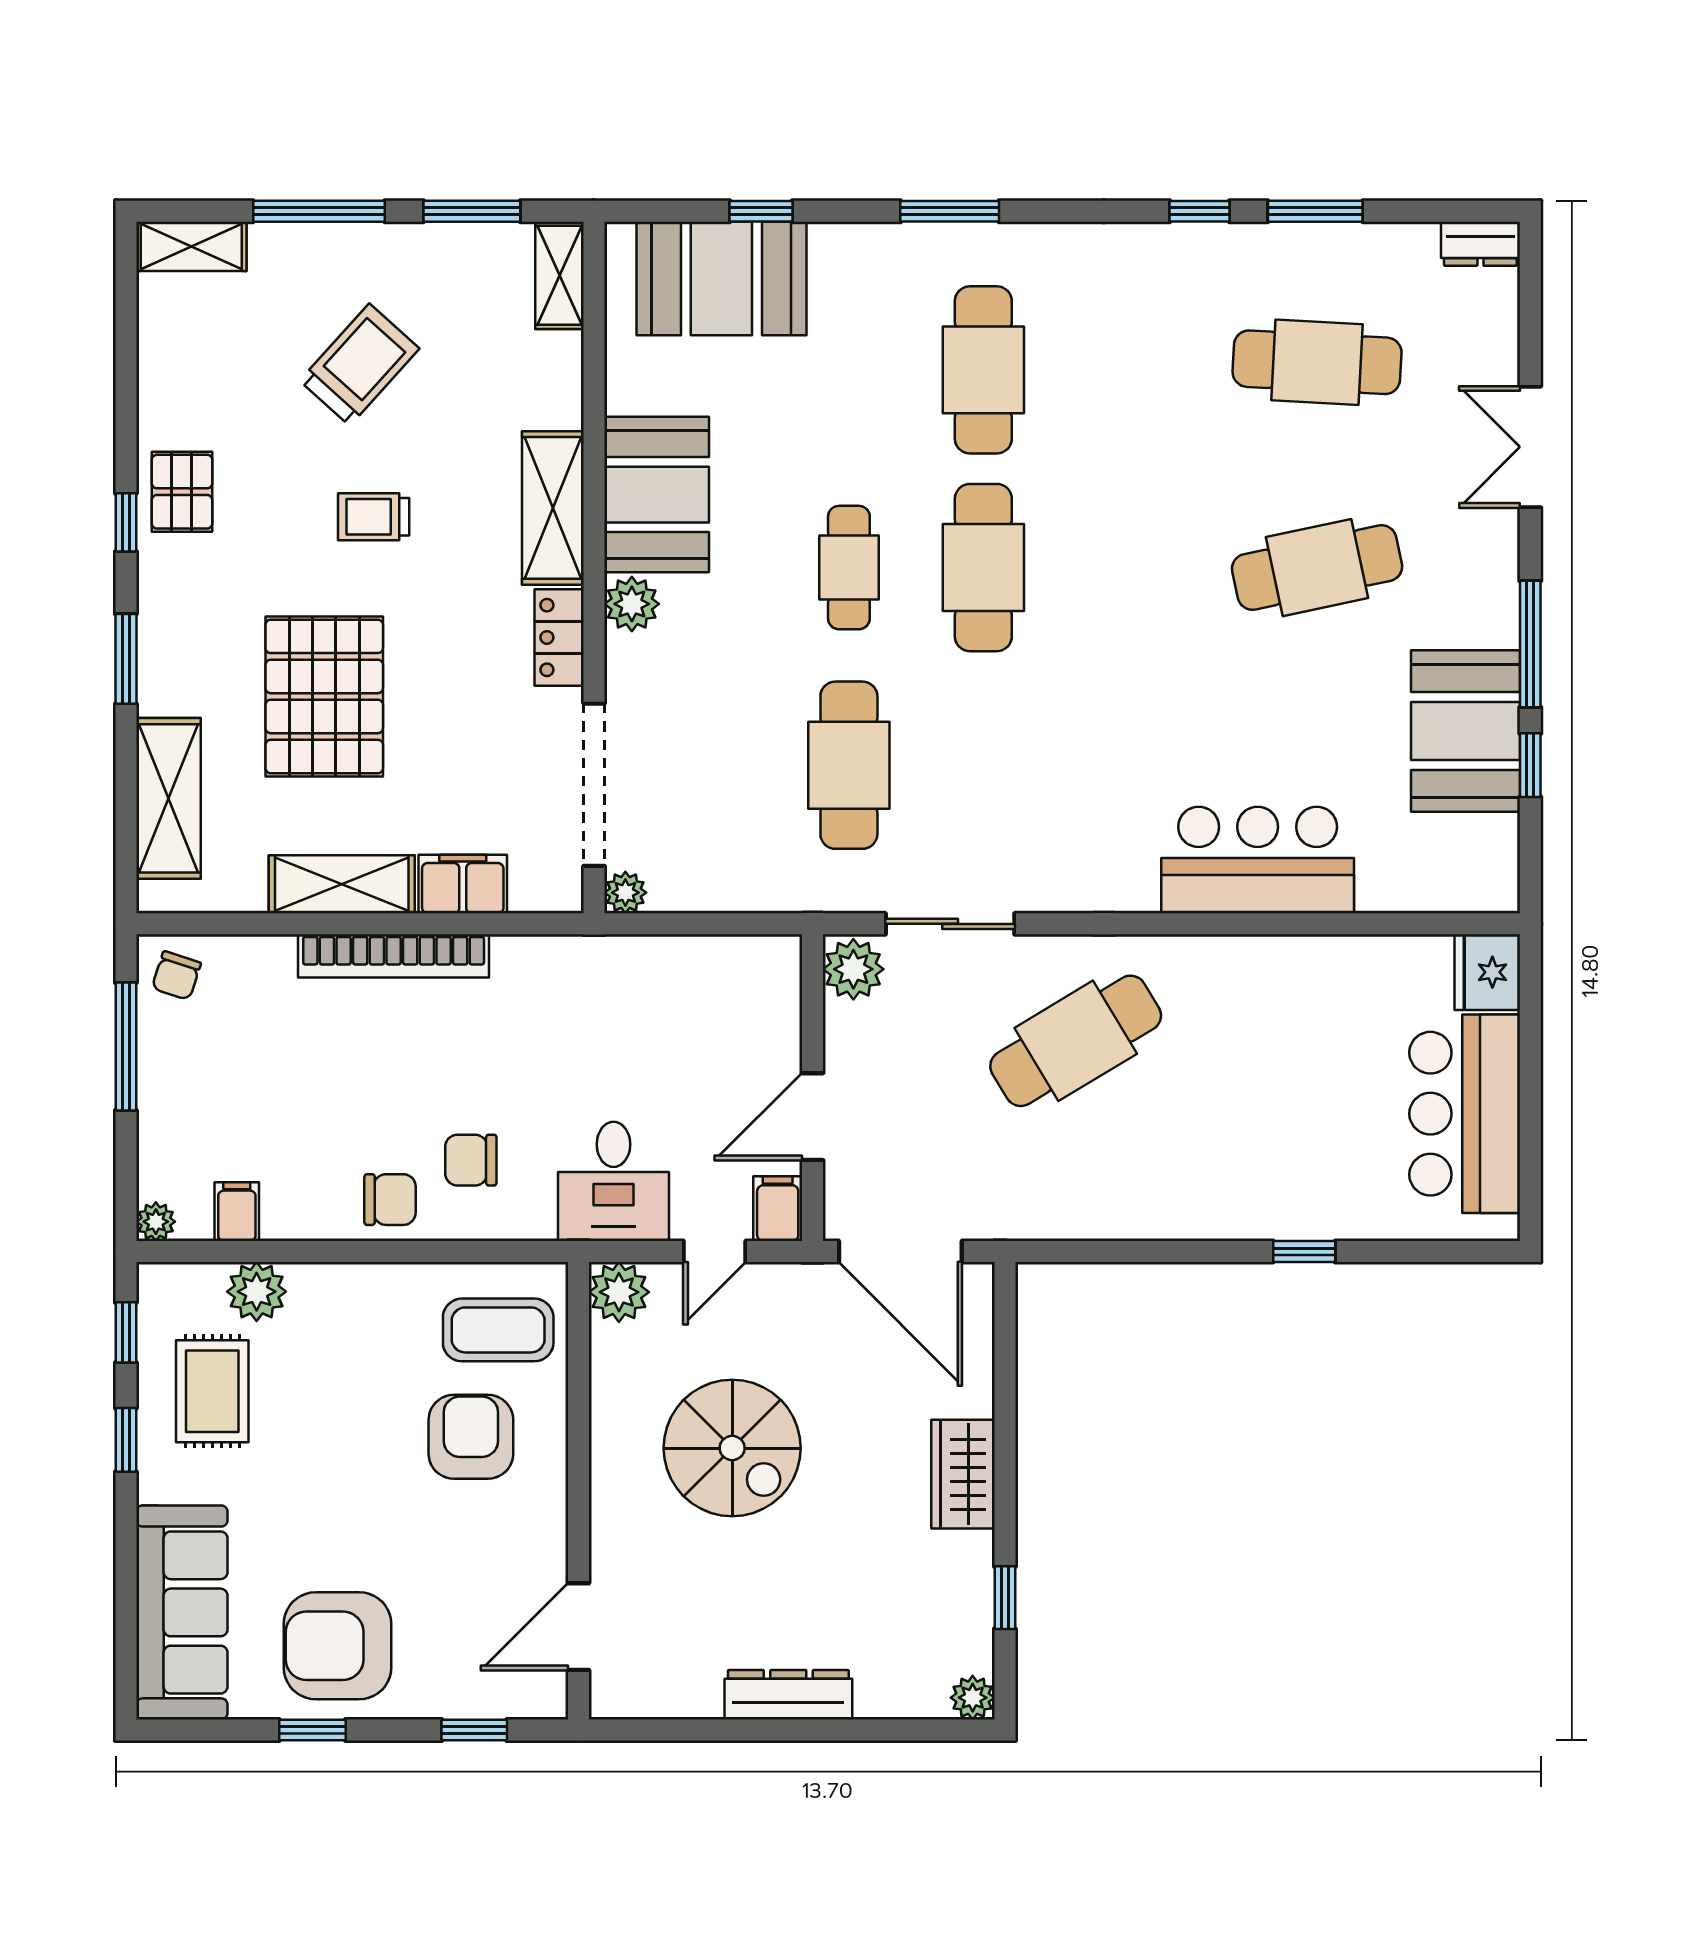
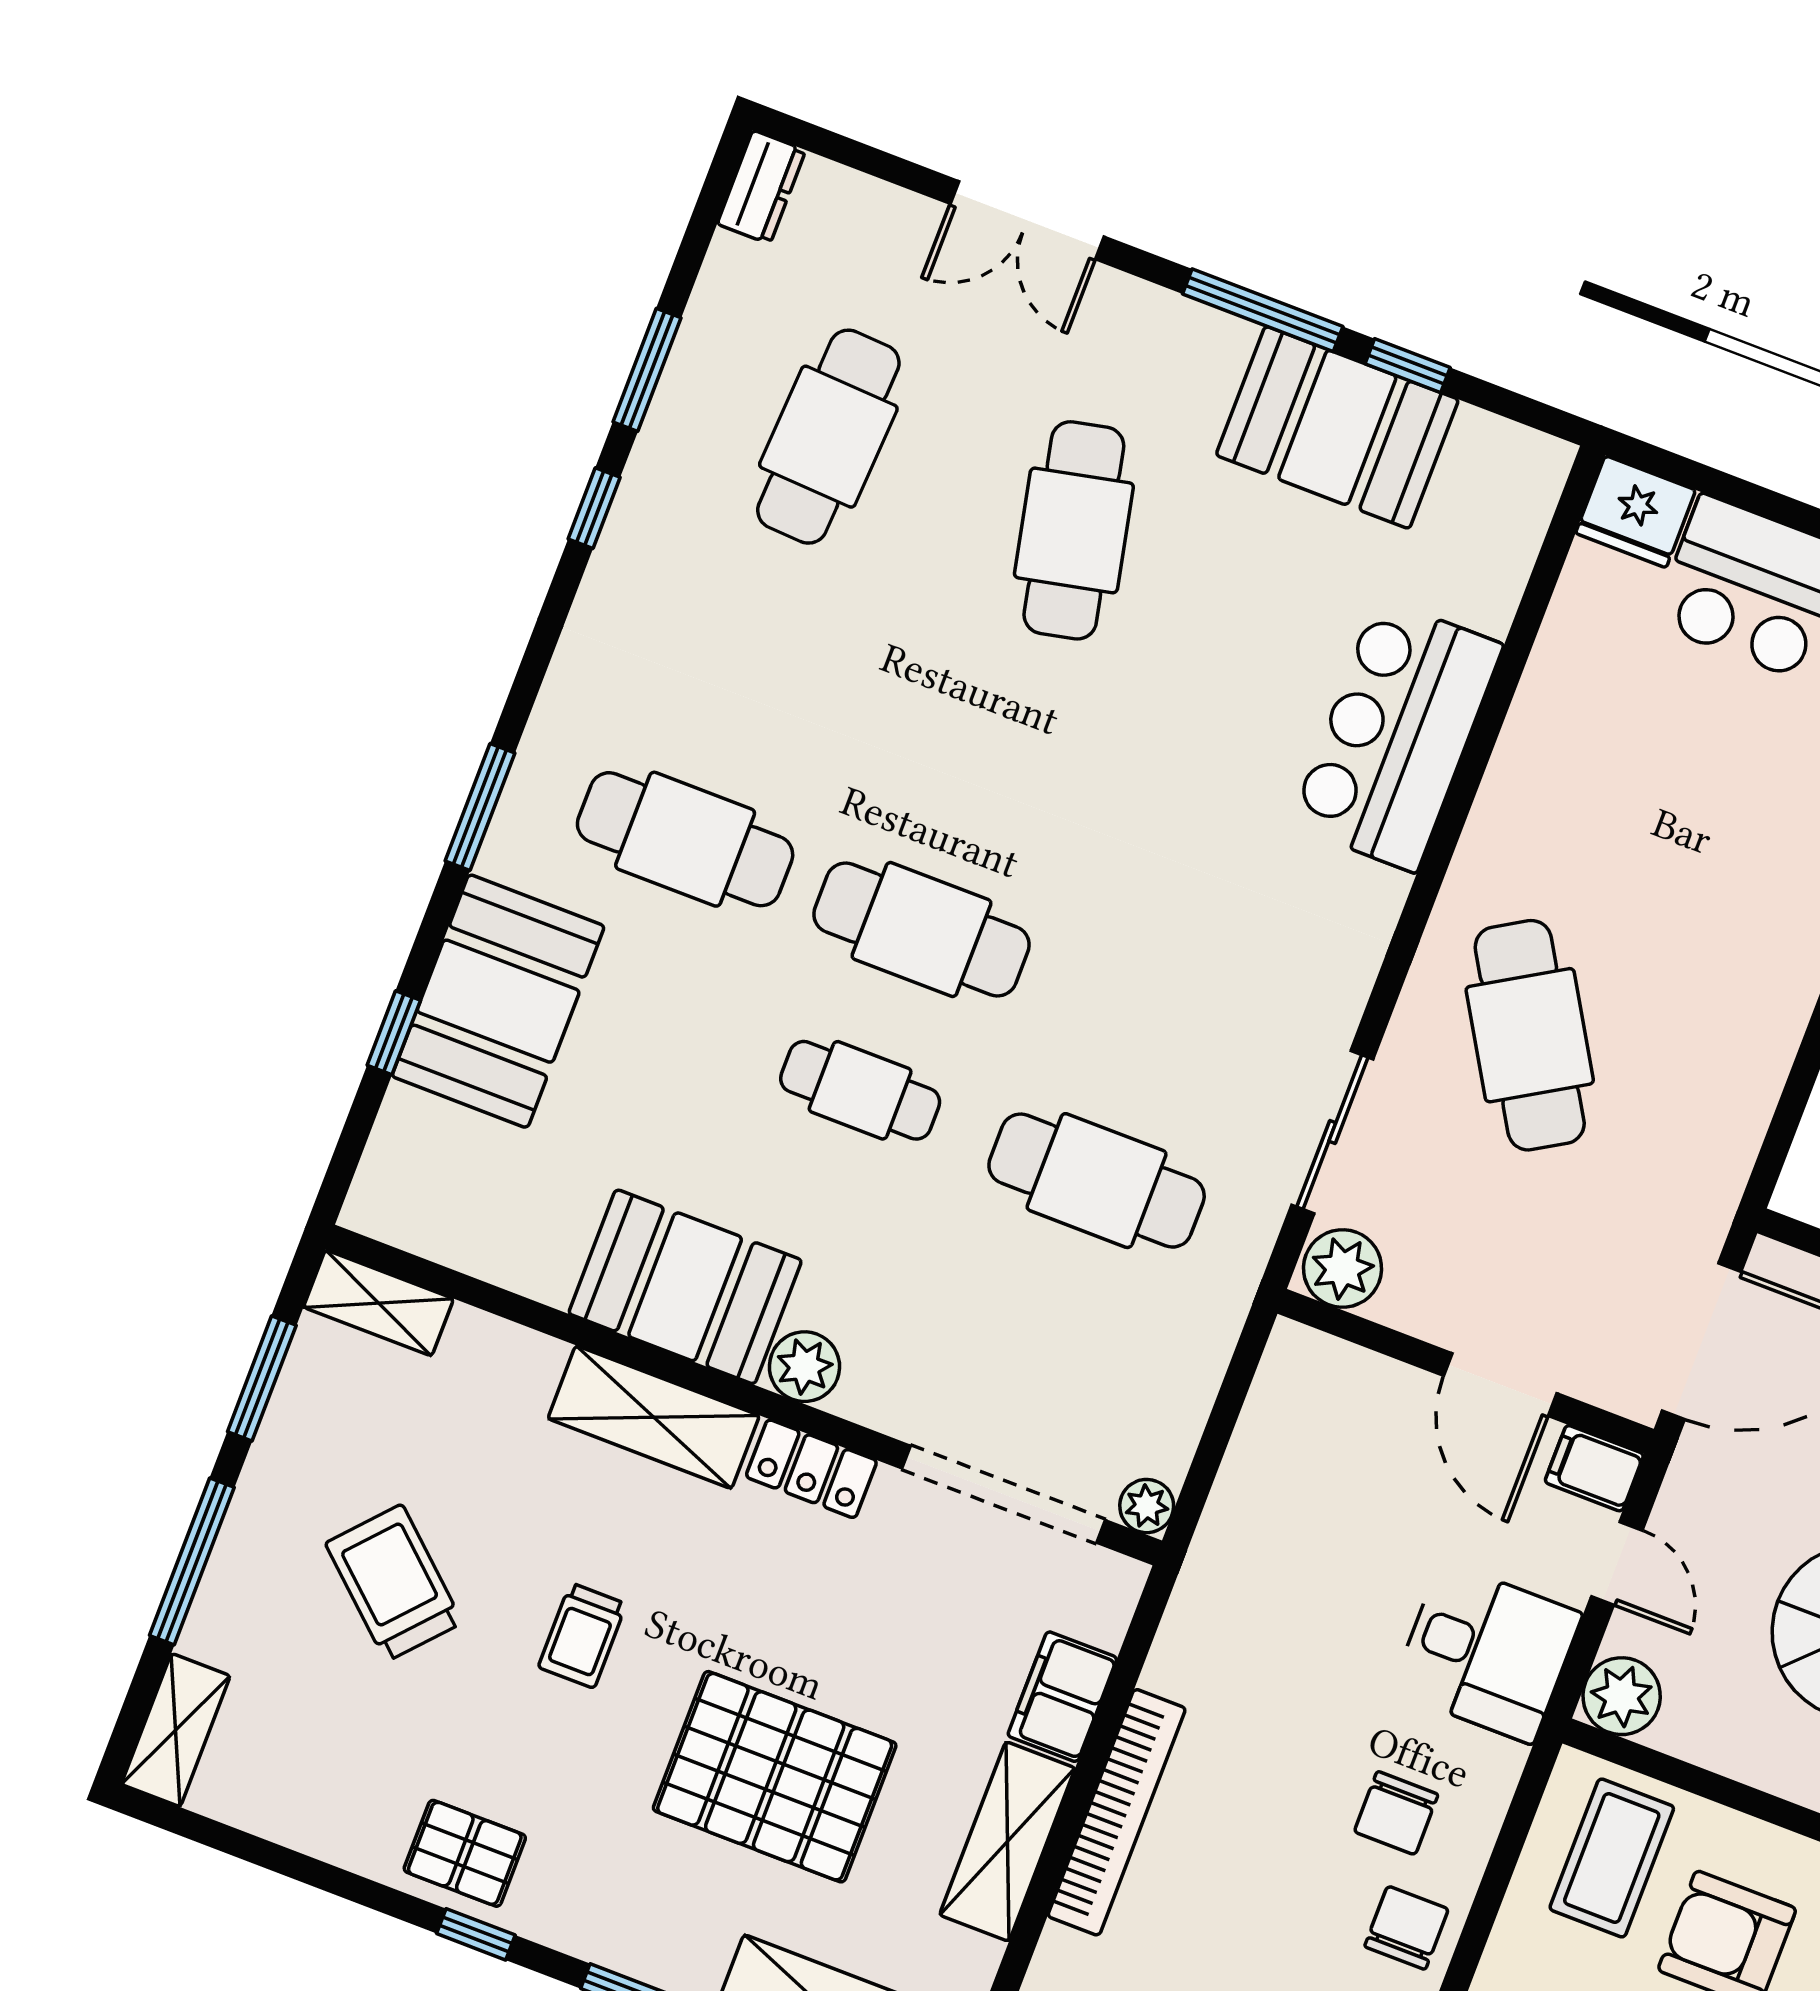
booth: (721, 279) -> (498, 1001), moved

